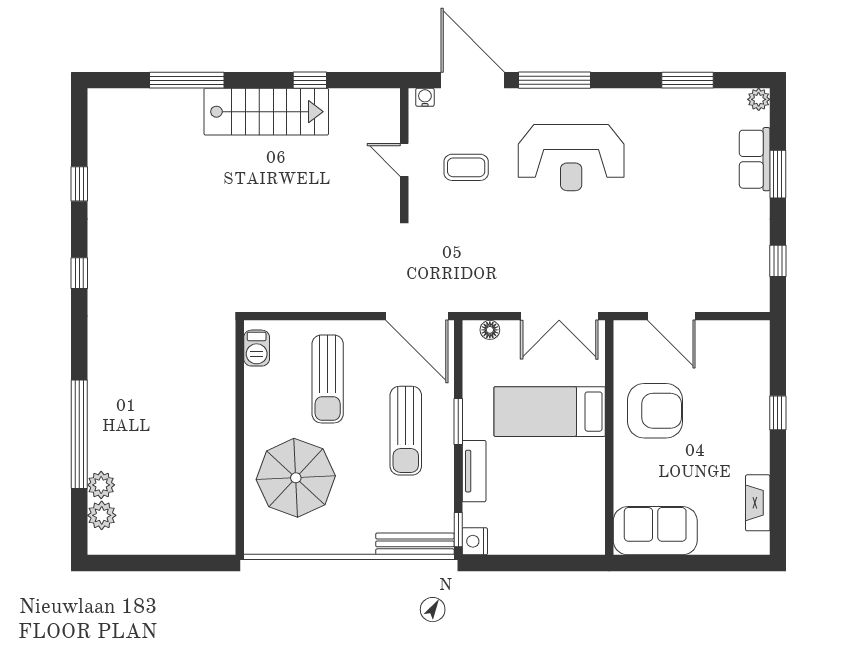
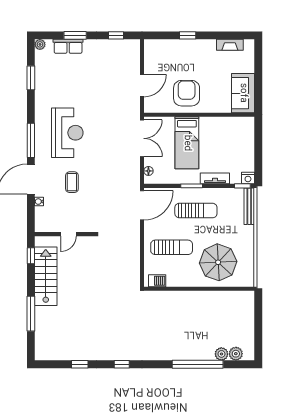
wall: (404, 152) -> (65, 234), moved
door: (404, 160) -> (68, 234), moved

